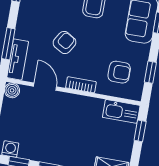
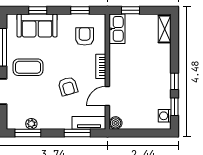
armchair: (64, 43) -> (68, 86), turned -137

